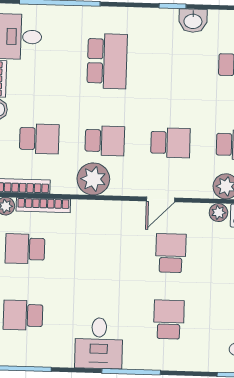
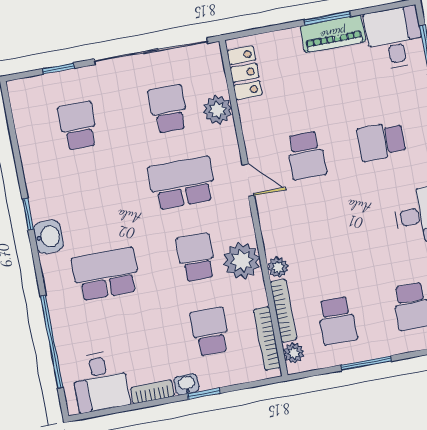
washbasin: (193, 21) -> (48, 237), moved
school desk: (170, 143) -> (182, 183), width x1.85
plant: (218, 213) -> (278, 267), moved
school desk: (171, 253) -> (306, 156), turned -90

